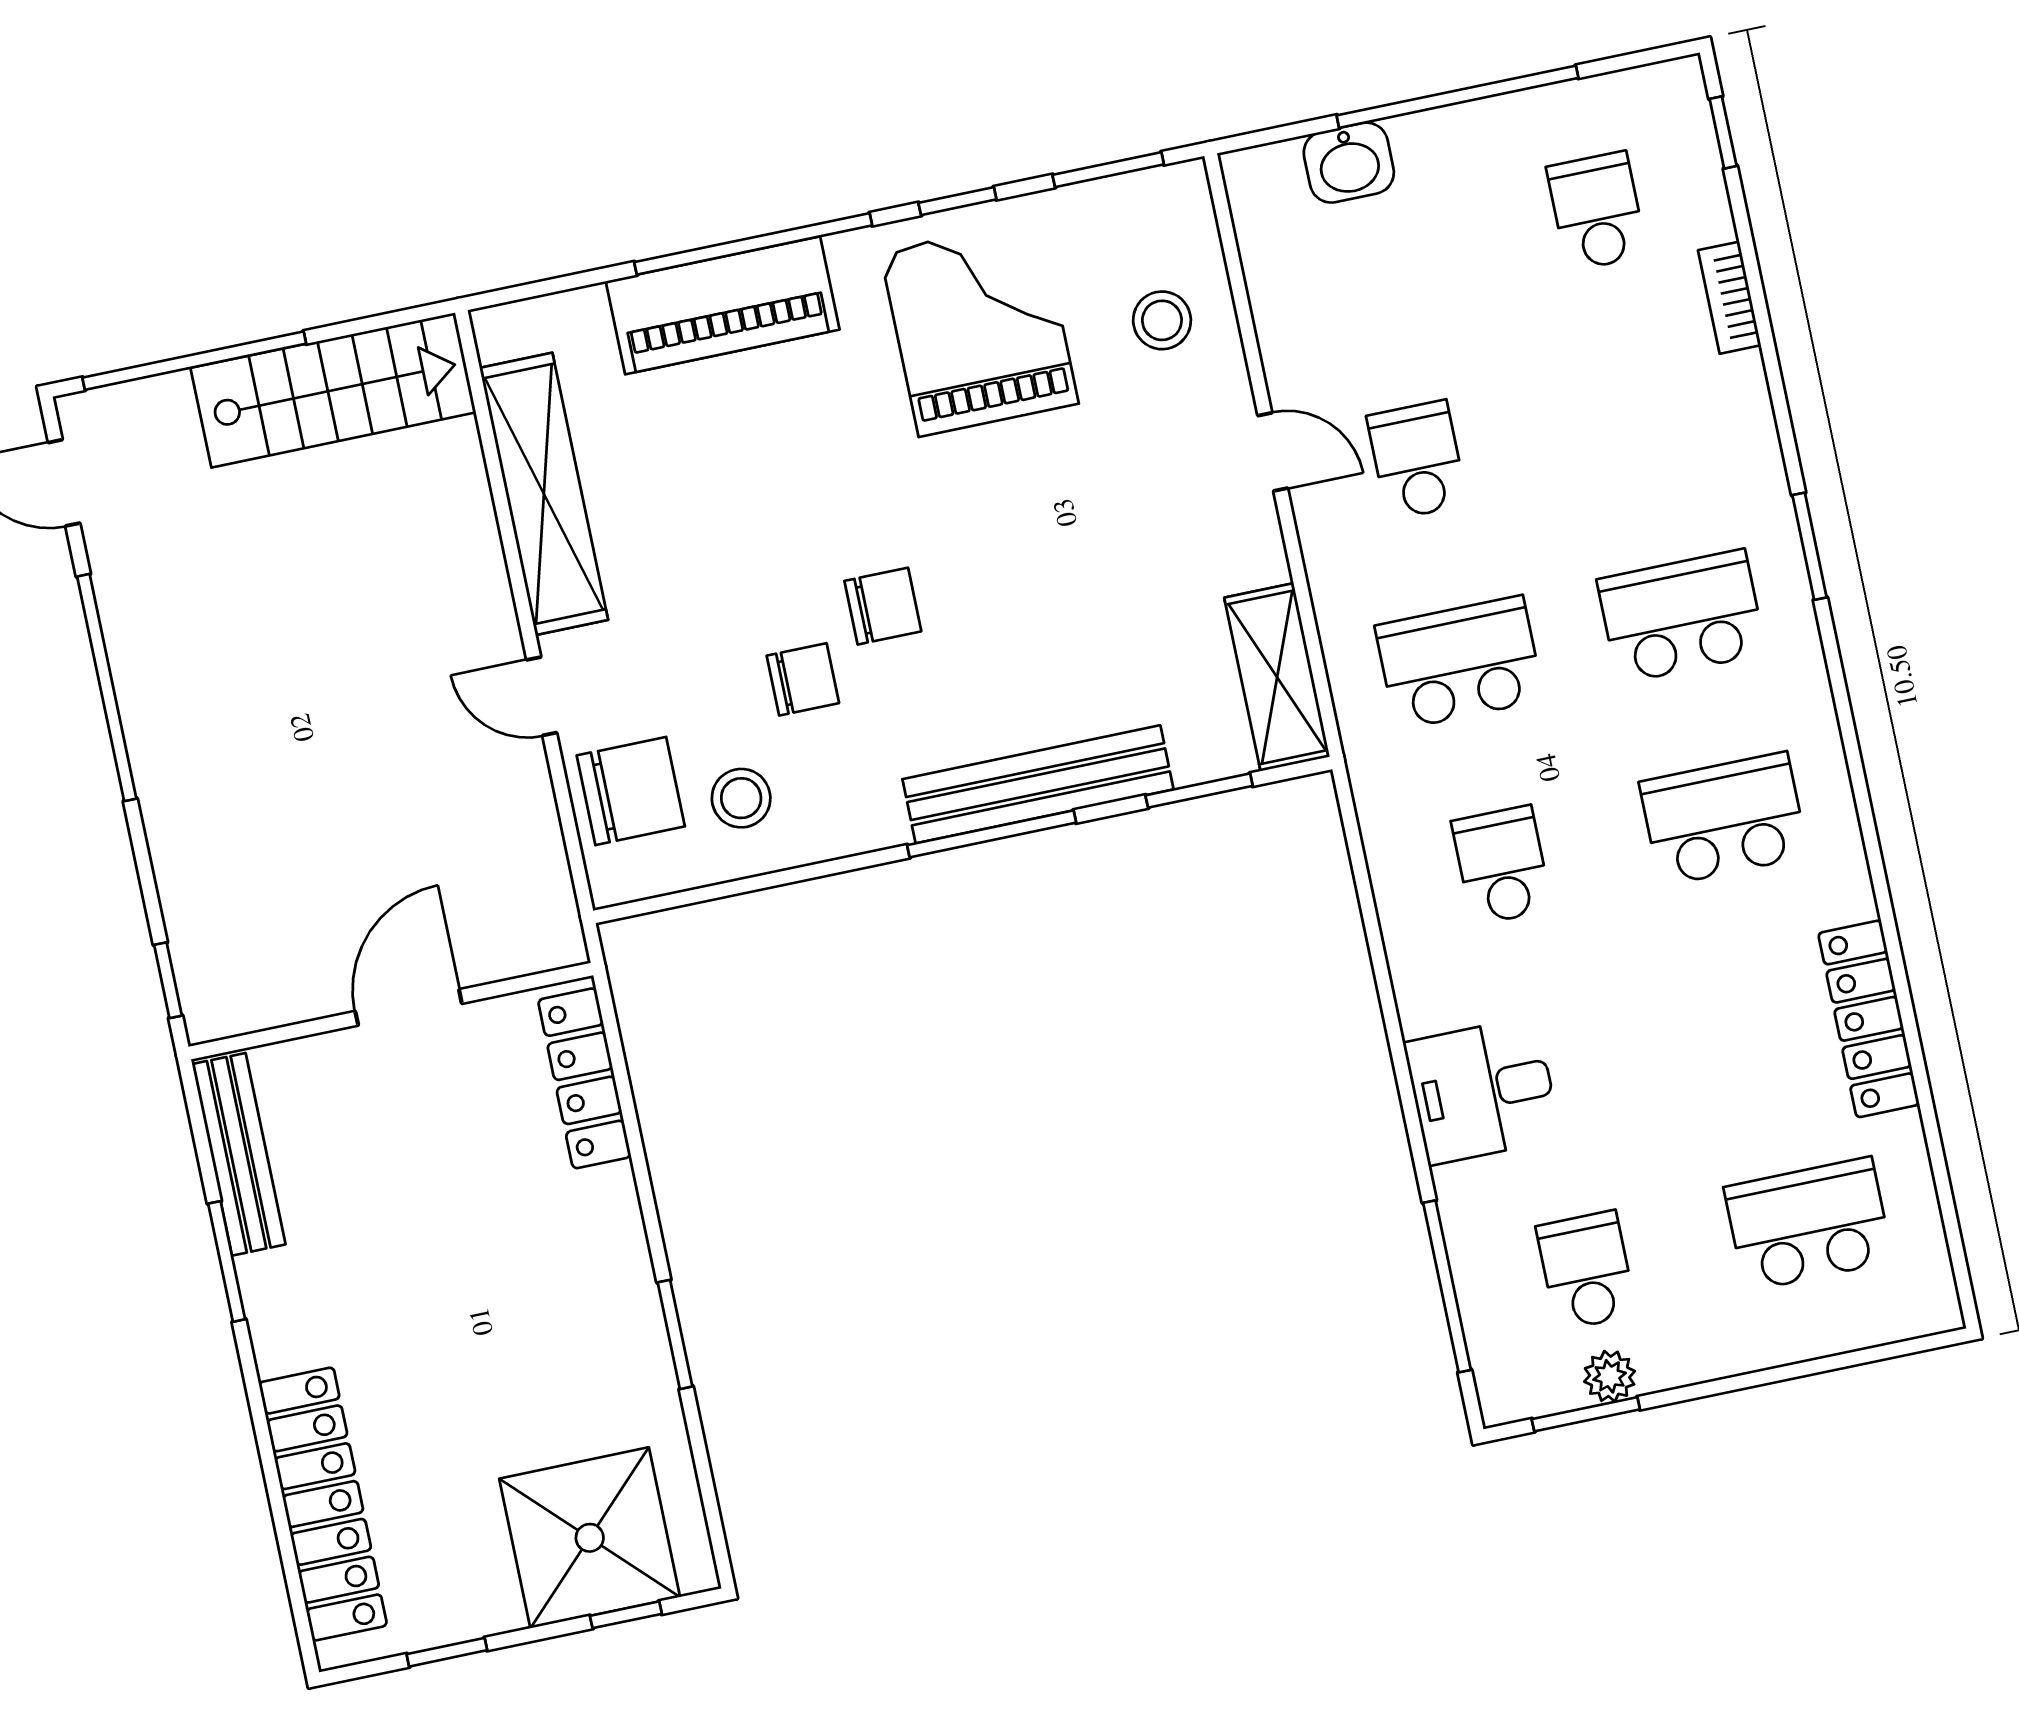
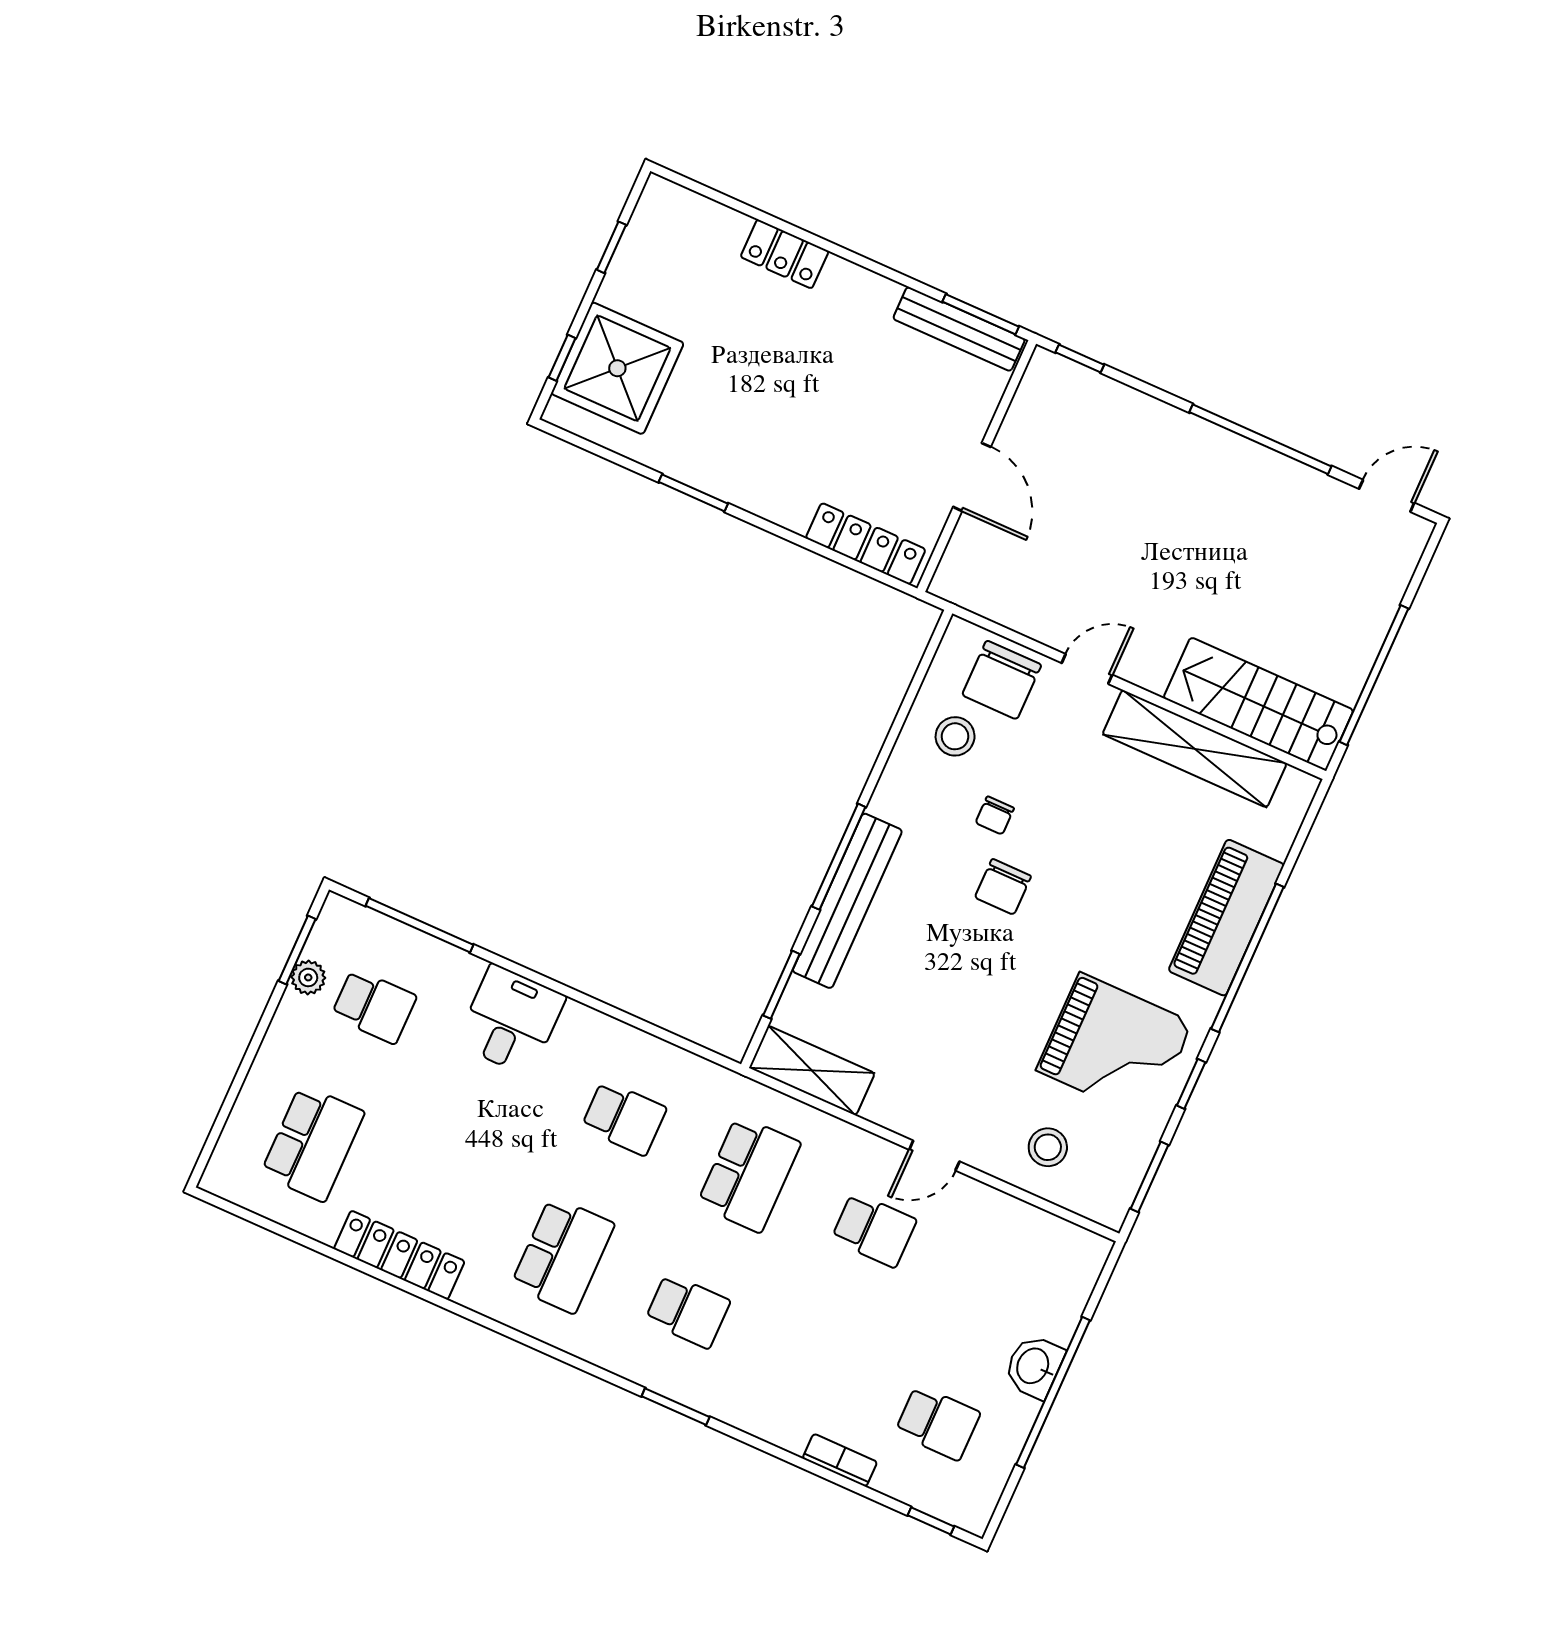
washbasin: (1349, 163) -> (1034, 1366), moved
window: (194, 361) -> (1374, 675), moved
stairs: (333, 390) -> (1258, 704), moved, turned 90
school desk: (1681, 616) -> (688, 1311), width x0.54
chair: (803, 679) -> (995, 815), width x0.73, depth x0.73
window: (227, 1261) -> (981, 314), moved
locker: (323, 1504) -> (785, 254), width x0.46, depth x0.83

